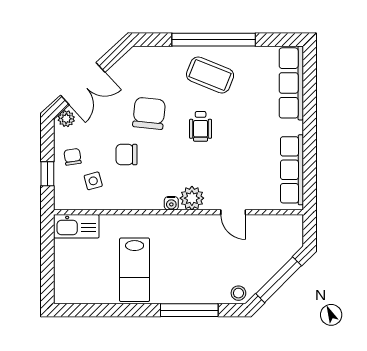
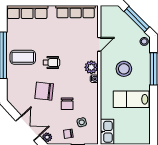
coffee table: (210, 75) -> (23, 57), turned 68
stool: (189, 257) -> (124, 69), added
lab bench: (135, 270) -> (131, 99), turned 180

